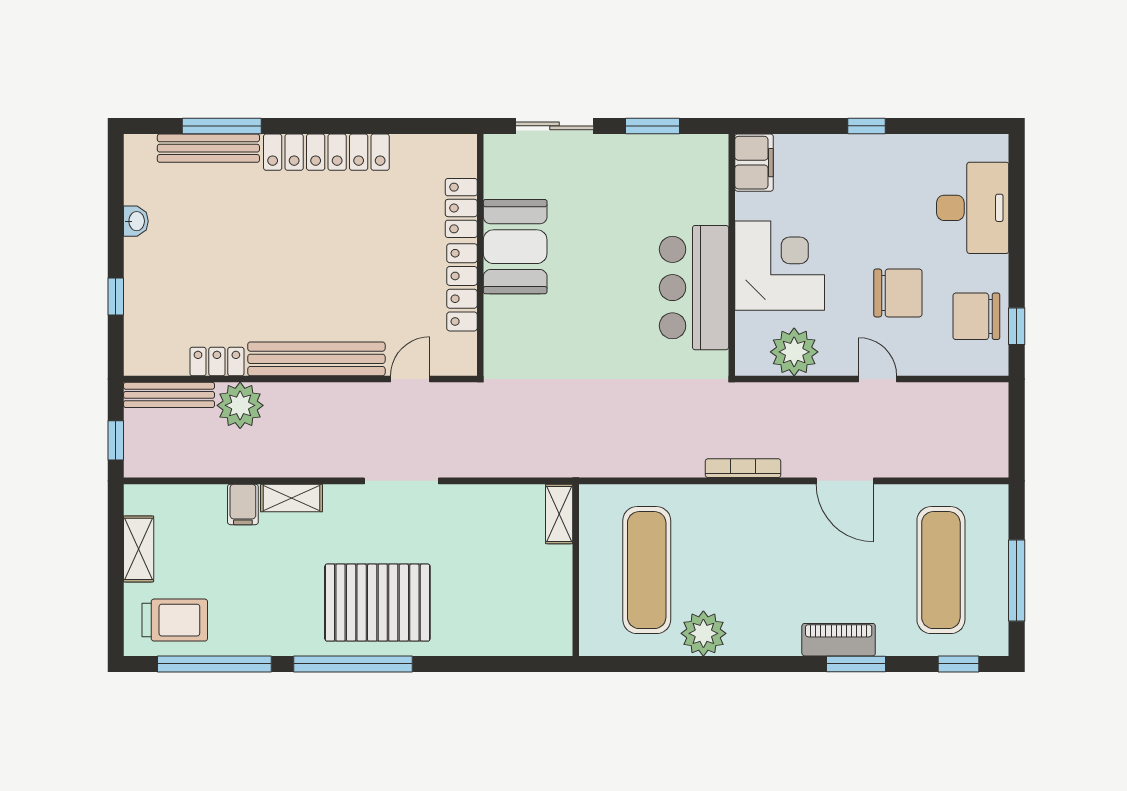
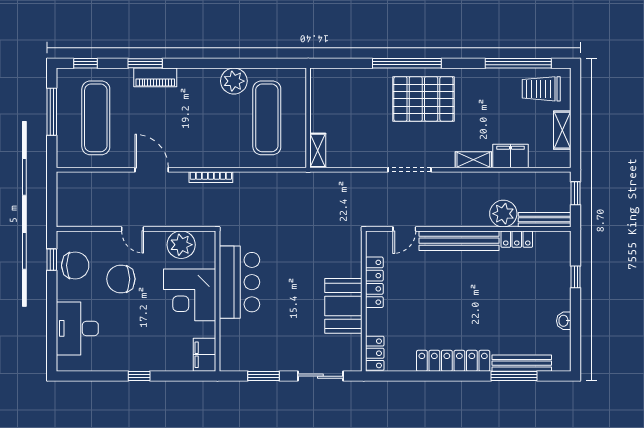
locker: (461, 208) -> (375, 353), moved
filing cabinet: (243, 504) -> (511, 156), width x2.00
window: (353, 664) -> (407, 63), moved

